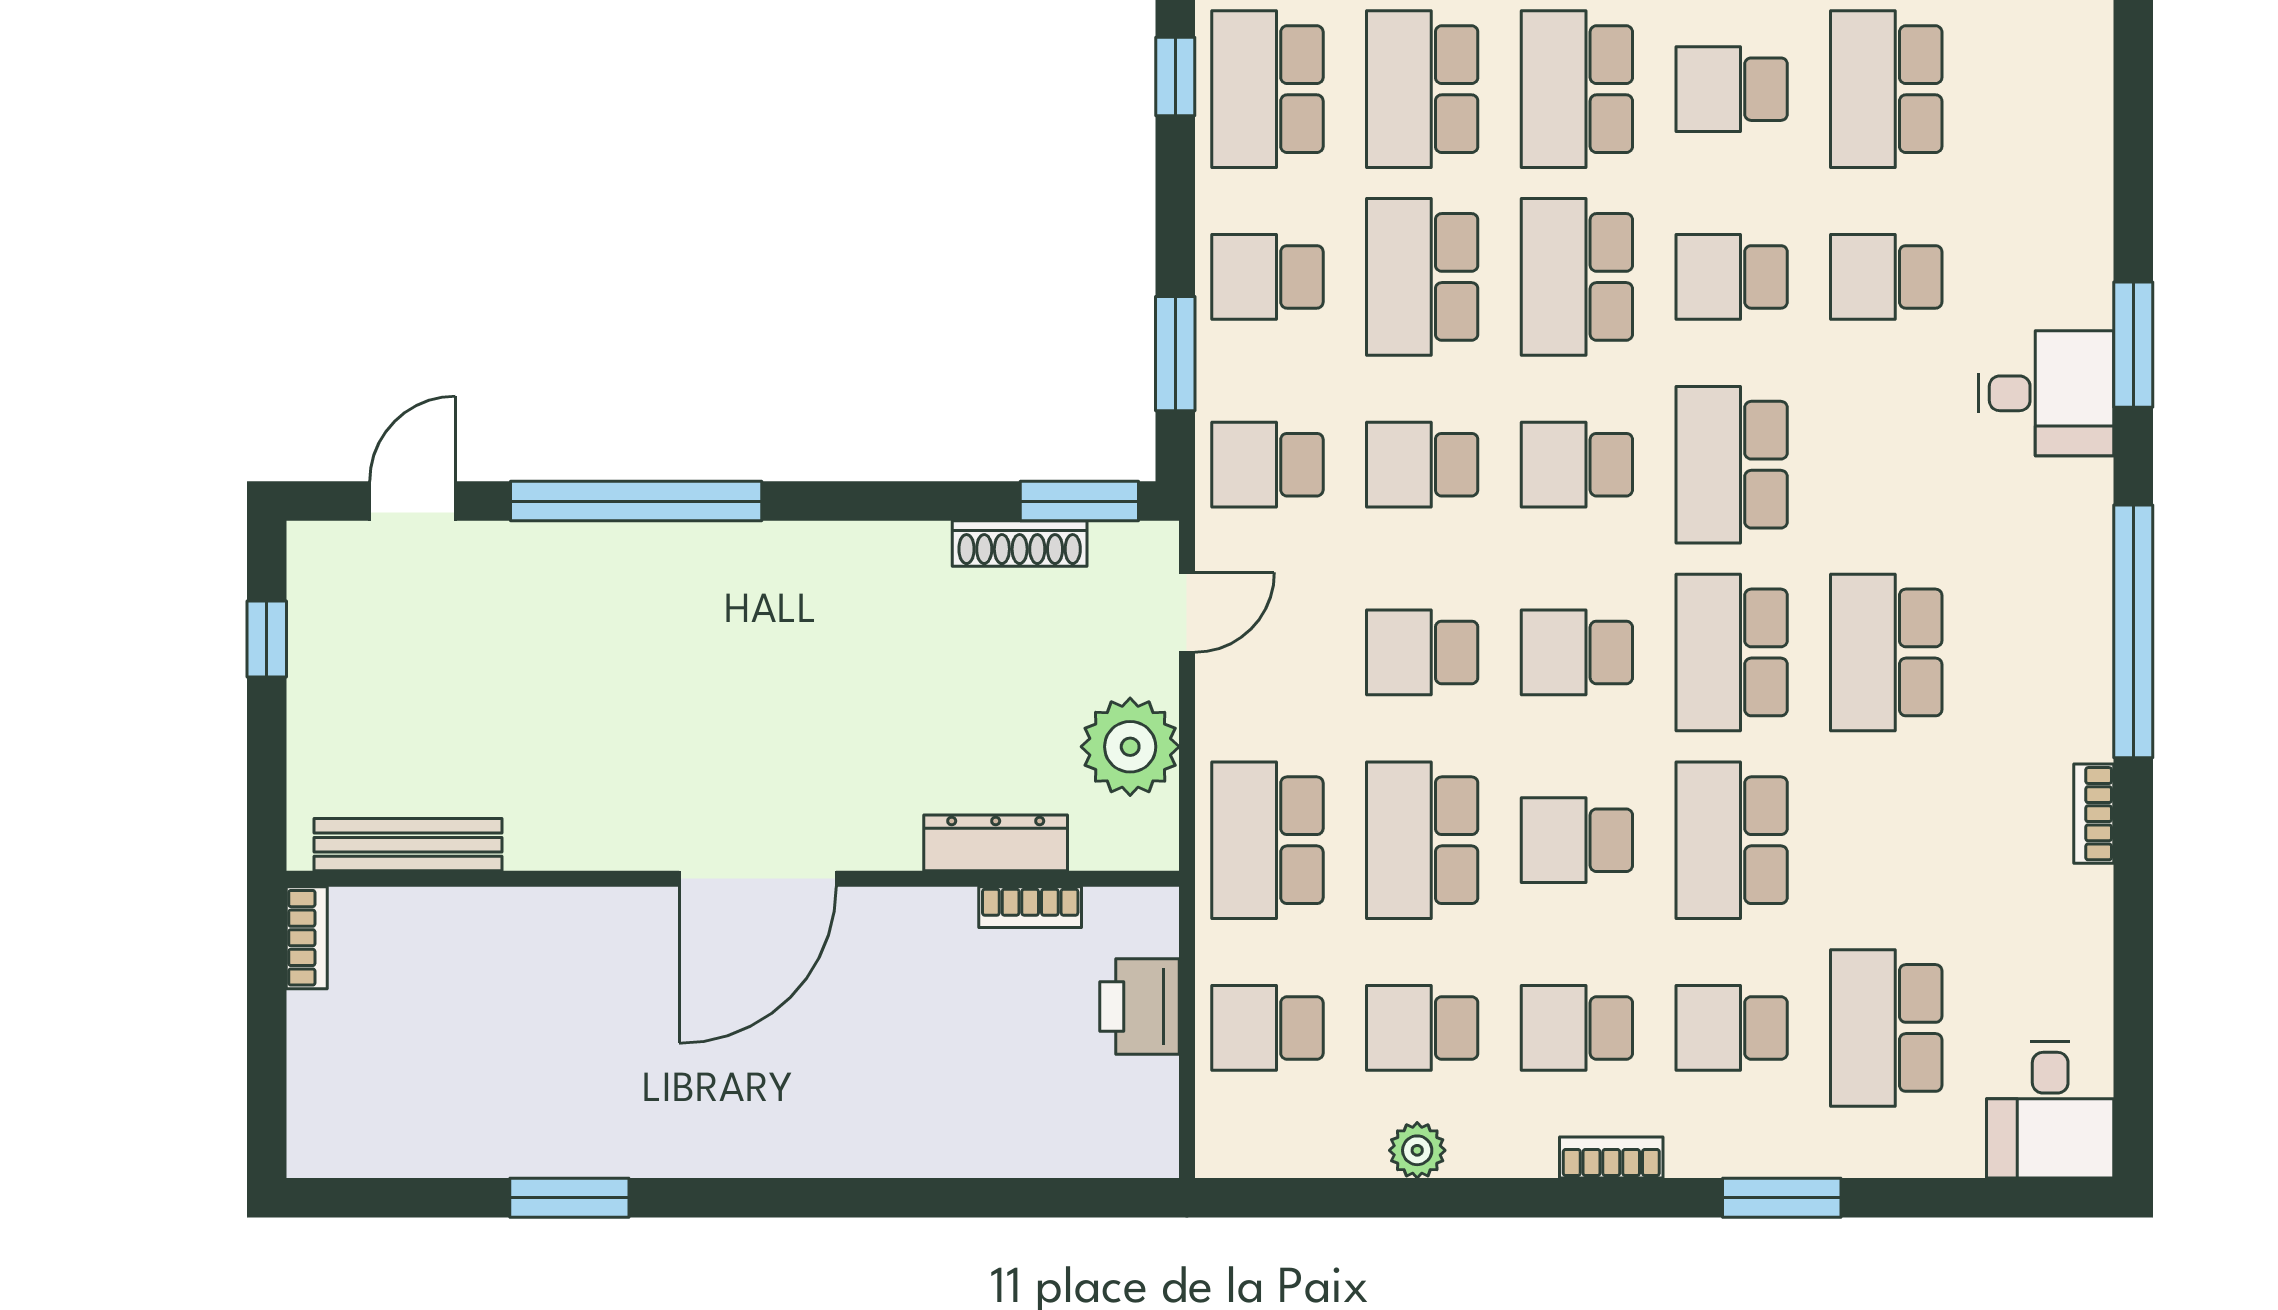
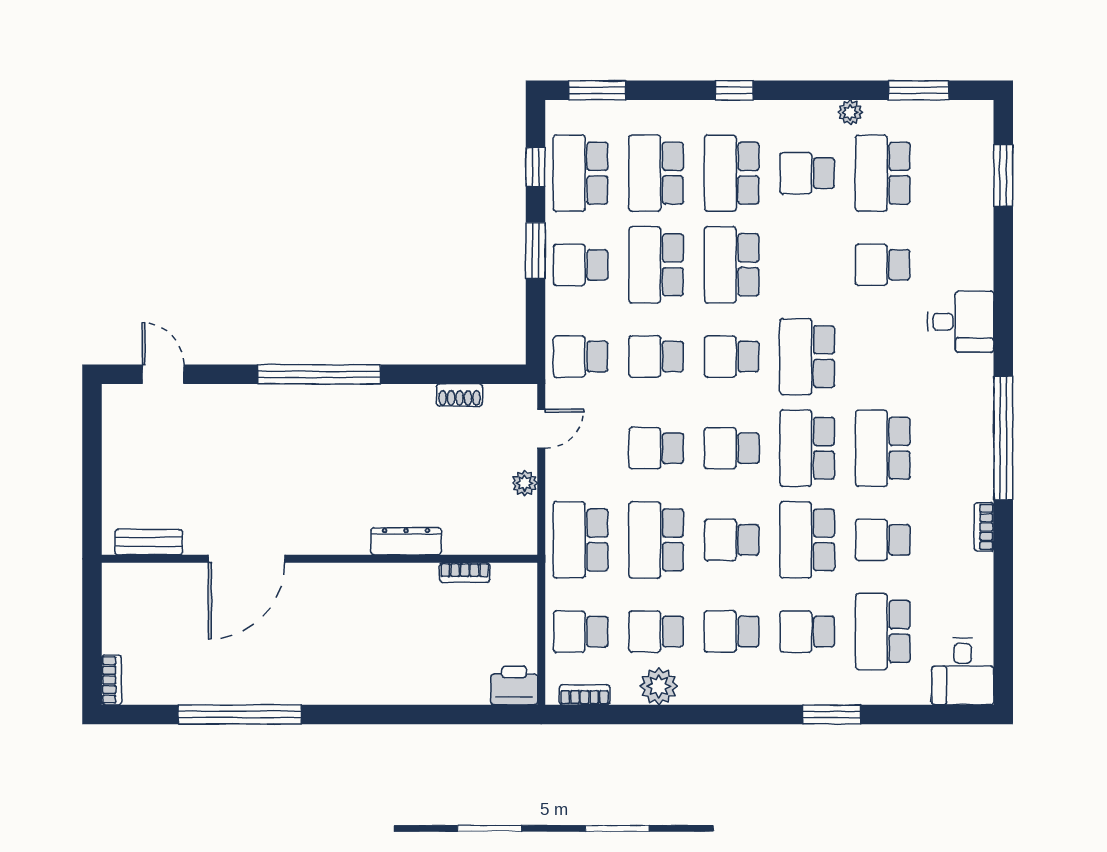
school desk: (1732, 277) -> (883, 540), moved
window: (2133, 345) -> (1003, 176), moved
window: (1175, 354) -> (535, 251), moved
door: (412, 501) -> (163, 374), hinge flipped
window: (636, 501) -> (319, 374), moved
window: (1079, 501) -> (489, 374), removed
shoe rack: (1020, 544) -> (460, 395), width x0.70
window: (267, 639) -> (92, 442), removed
plant: (1130, 747) -> (525, 483), width x0.53, depth x0.53
dresser: (996, 843) -> (406, 541), moved
bench: (408, 845) -> (149, 542), width x0.73
door: (758, 879) -> (247, 559), moved
bookcase: (307, 938) -> (112, 680), moved
printer: (1140, 1007) -> (514, 686), moved, turned 90
plant: (1417, 1150) -> (659, 686), width x1.38, depth x1.38
bookcase: (1611, 1158) -> (585, 695), moved
window: (569, 1198) -> (240, 714), width x2.11

